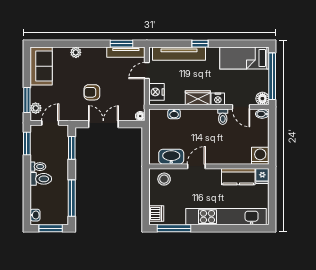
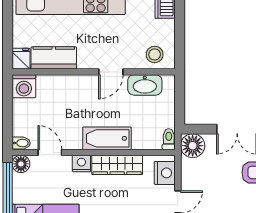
wardrobe: (198, 98) -> (117, 165), width x1.50
washbasin: (174, 114) -> (141, 143), removed
floor lamp: (140, 116) -> (193, 146), width x1.89, depth x1.89
bathtub: (199, 117) -> (107, 138), added
toilet: (223, 117) -> (169, 139), moved

